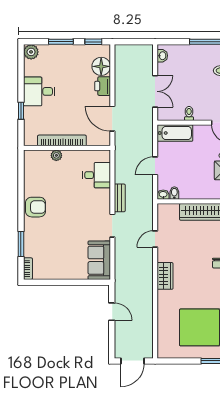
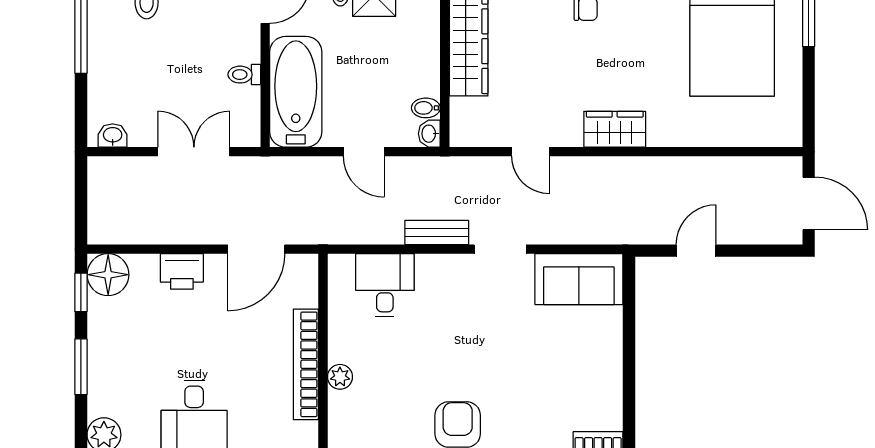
floor lamp: (101, 66) -> (108, 275), moved
bathtub: (175, 133) -> (296, 92), width x1.36, depth x1.36

